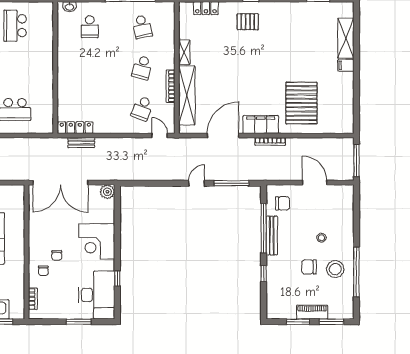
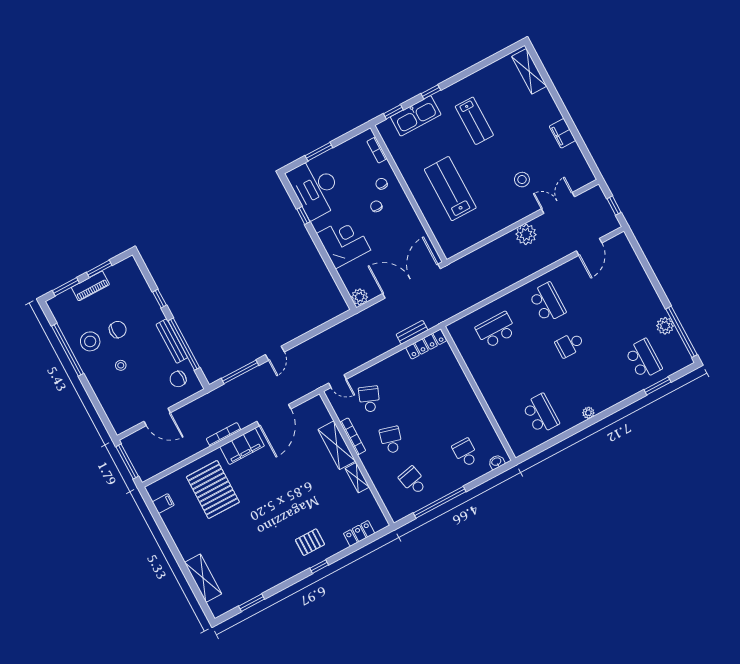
filing cabinet: (346, 65) -> (163, 504), moved
shelving: (187, 95) -> (337, 445), width x0.68

